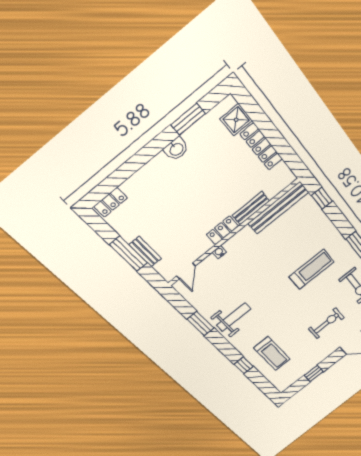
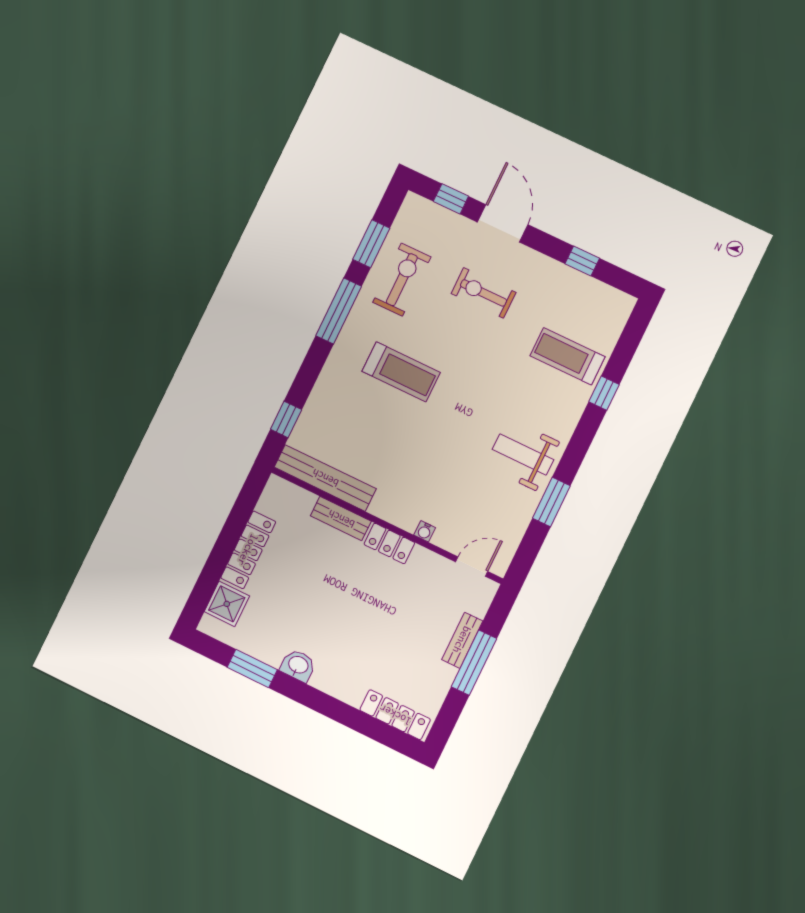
locker: (111, 202) -> (395, 715), width x1.53
treadmill: (311, 269) -> (401, 372), turned 180
treadmill: (272, 353) -> (567, 356), turned -90

